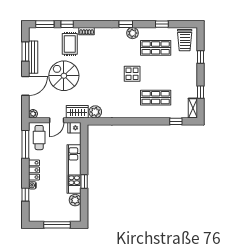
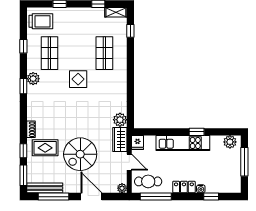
window: (25, 51) -> (53, 197), width x1.44
bench: (33, 57) -> (45, 188), moved
plant: (75, 200) -> (230, 142), moved

